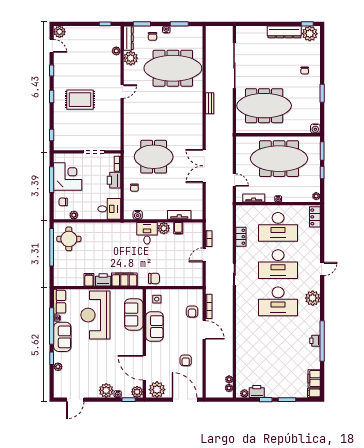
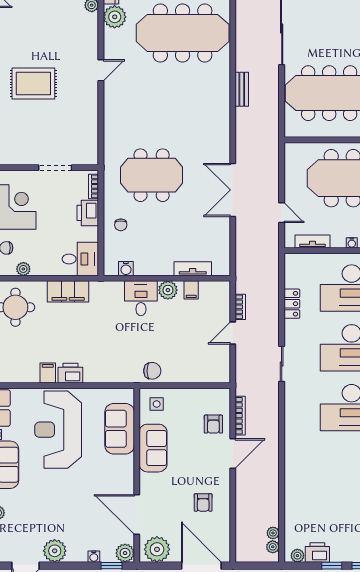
filing cabinet: (124, 280) -> (68, 291), moved, turned 180
door: (204, 330) -> (233, 454), hinge flipped
plant: (106, 390) -> (55, 551), moved

